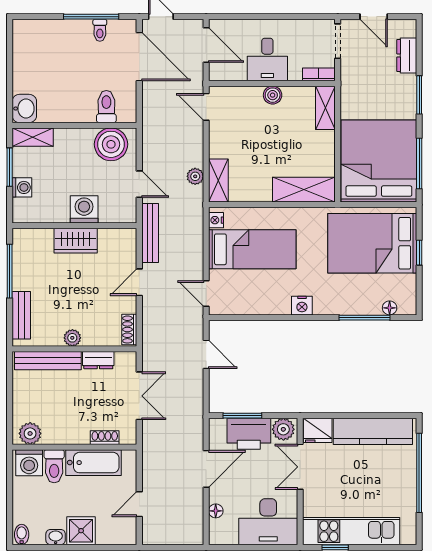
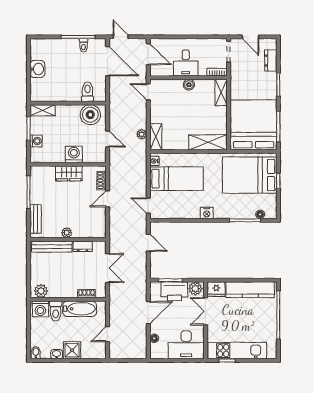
washbasin: (24, 109) -> (37, 69), moved
bench: (150, 233) -> (114, 169), removed
shoe rack: (129, 330) -> (101, 181), moved

